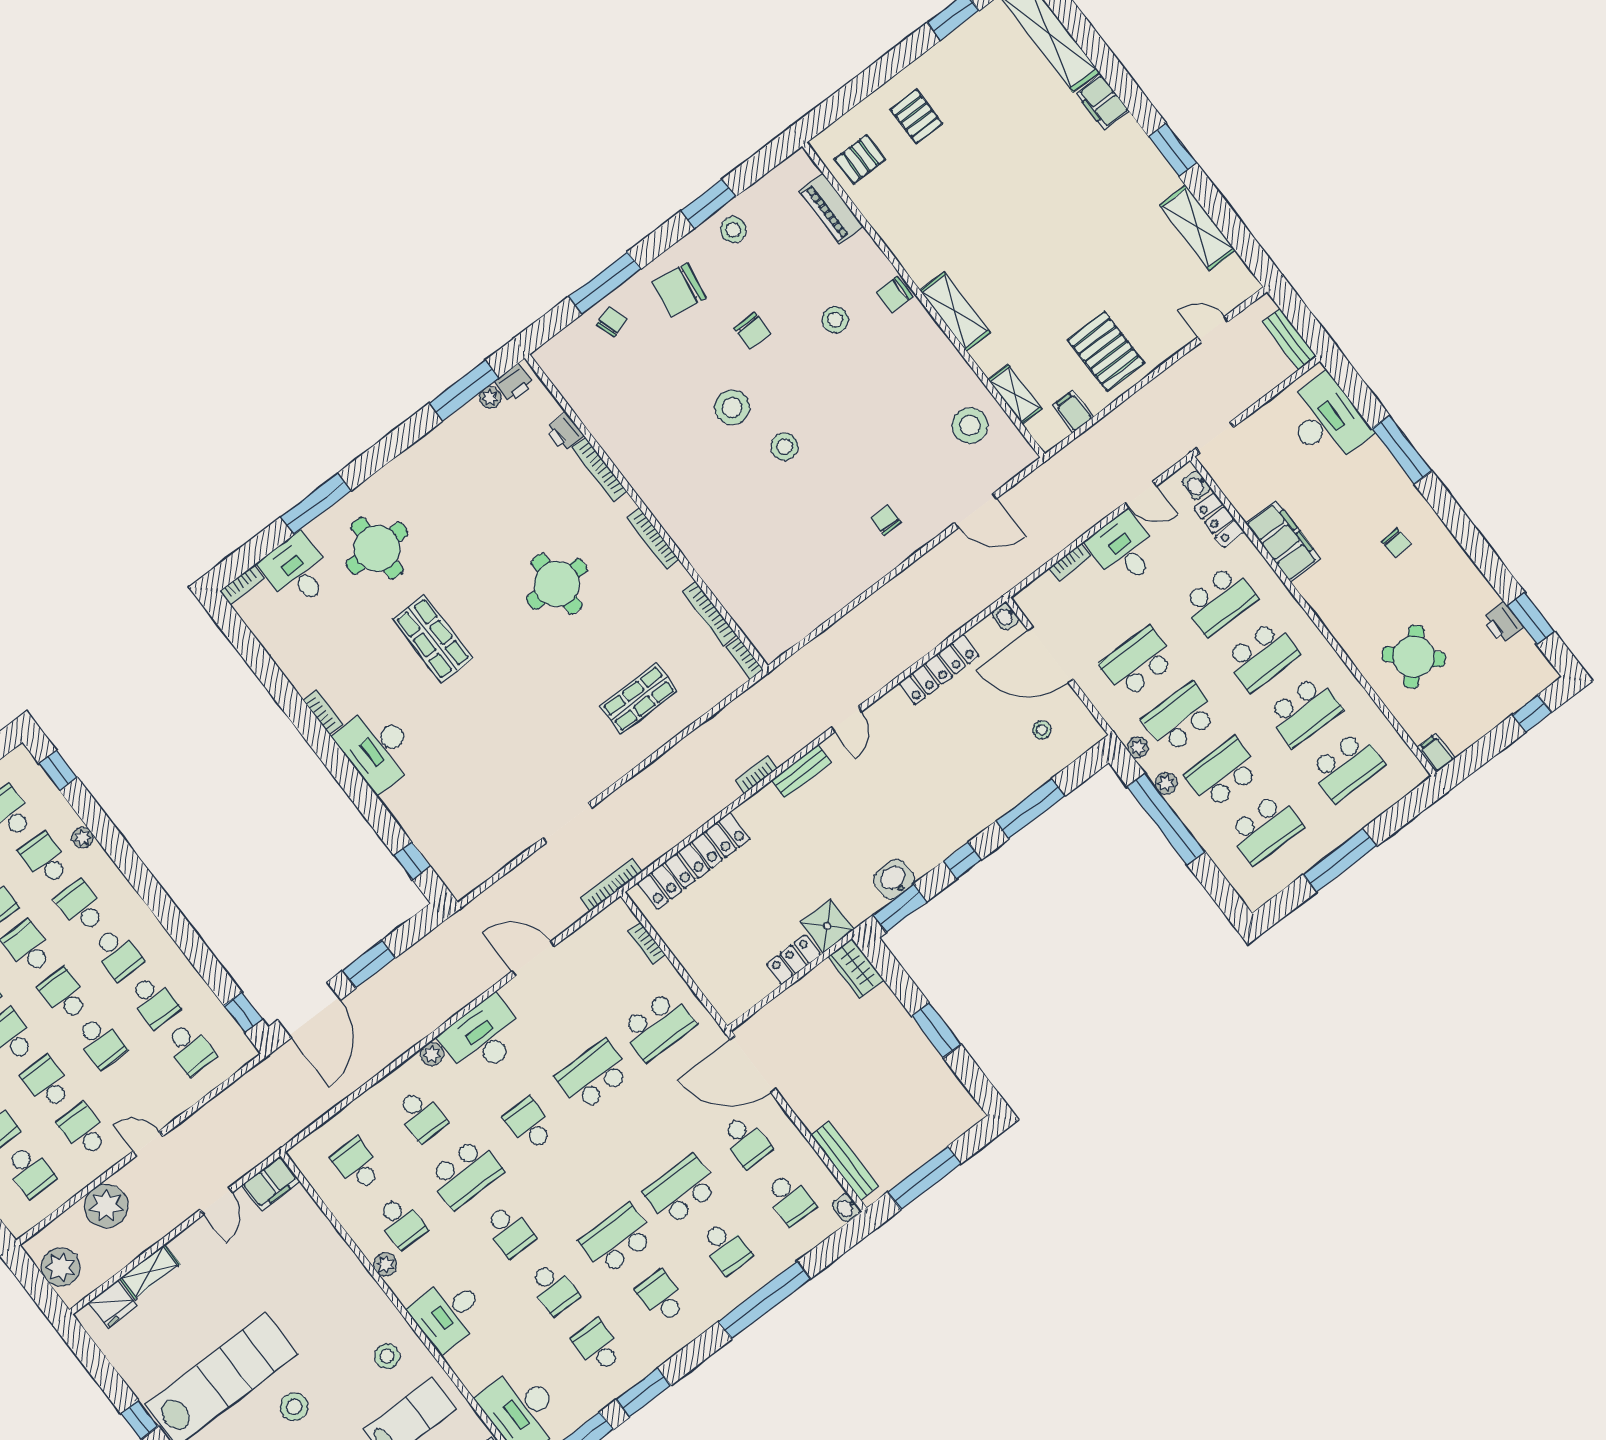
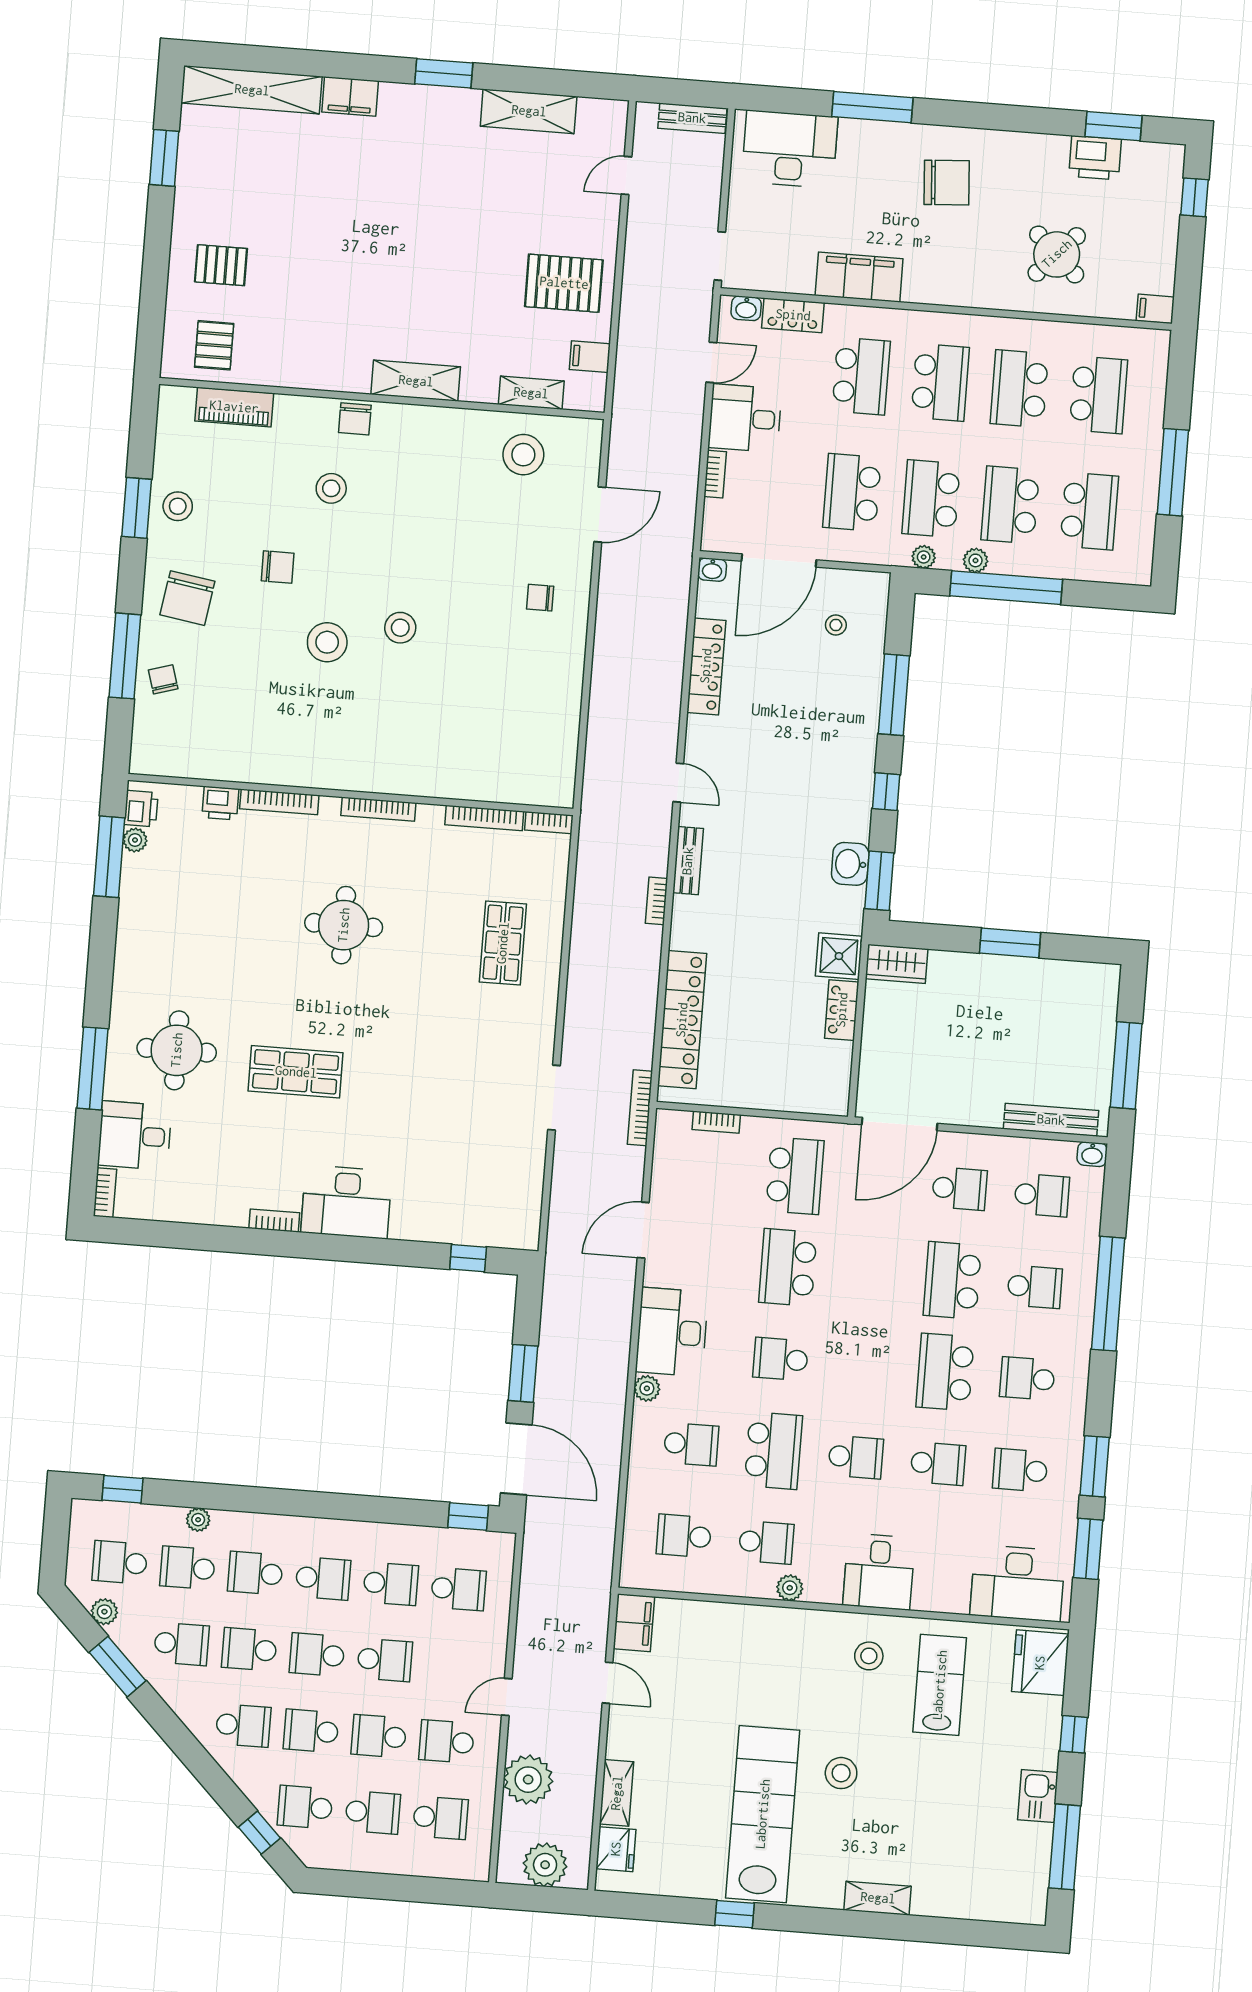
chair: (1396, 543) -> (947, 183), width x1.87, depth x1.87
printer: (1502, 623) -> (1095, 158), width x1.36, depth x1.24
school desk: (1304, 711) -> (1019, 389), turned 180

